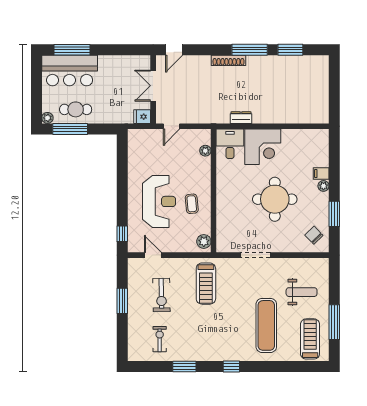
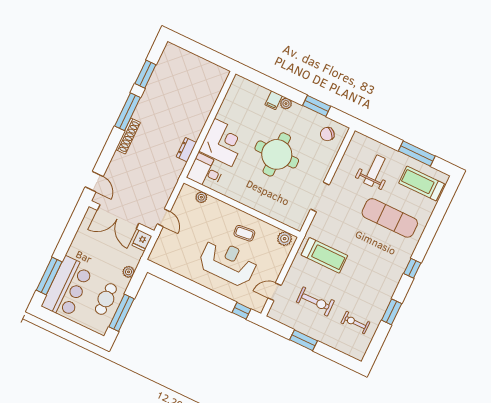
double door: (153, 86) -> (118, 217), width x1.37
plant: (47, 118) -> (129, 272), moved

